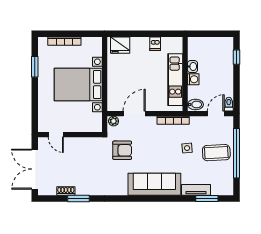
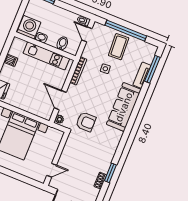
washing machine: (193, 79) -> (29, 27), moved, width x1.89, depth x1.89
bidet: (195, 105) -> (62, 43), moved
armchair: (122, 150) -> (86, 122), turned 90
window: (207, 198) -> (152, 69), width x1.44

